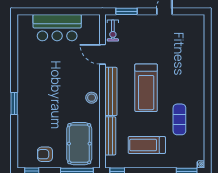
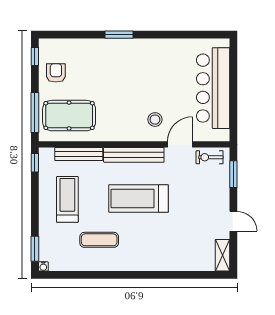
shelving: (192, 20) -> (222, 255), added
bar counter: (57, 28) -> (213, 88), width x1.36
stool: (92, 98) -> (155, 120), moved

